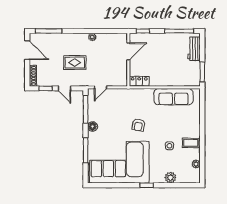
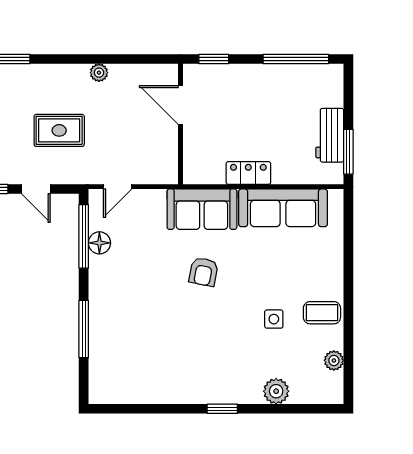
workbench: (194, 49) -> (330, 135), moved
door: (128, 51) -> (181, 105), swing flipped
locker: (139, 81) -> (248, 173), moved
sofa: (138, 97) -> (202, 209), added
floor lamp: (93, 126) -> (99, 243), moved
corner sofa: (119, 162) -> (160, 356), removed

